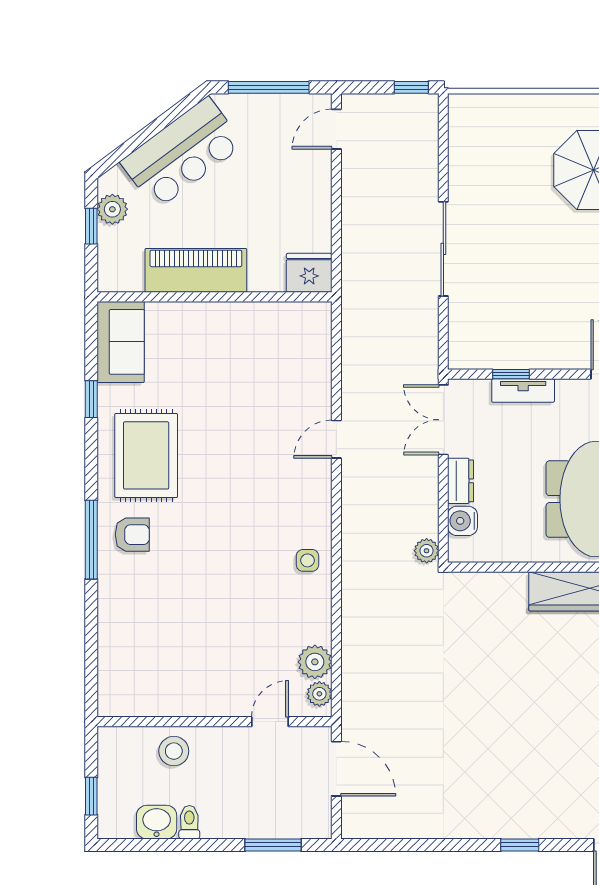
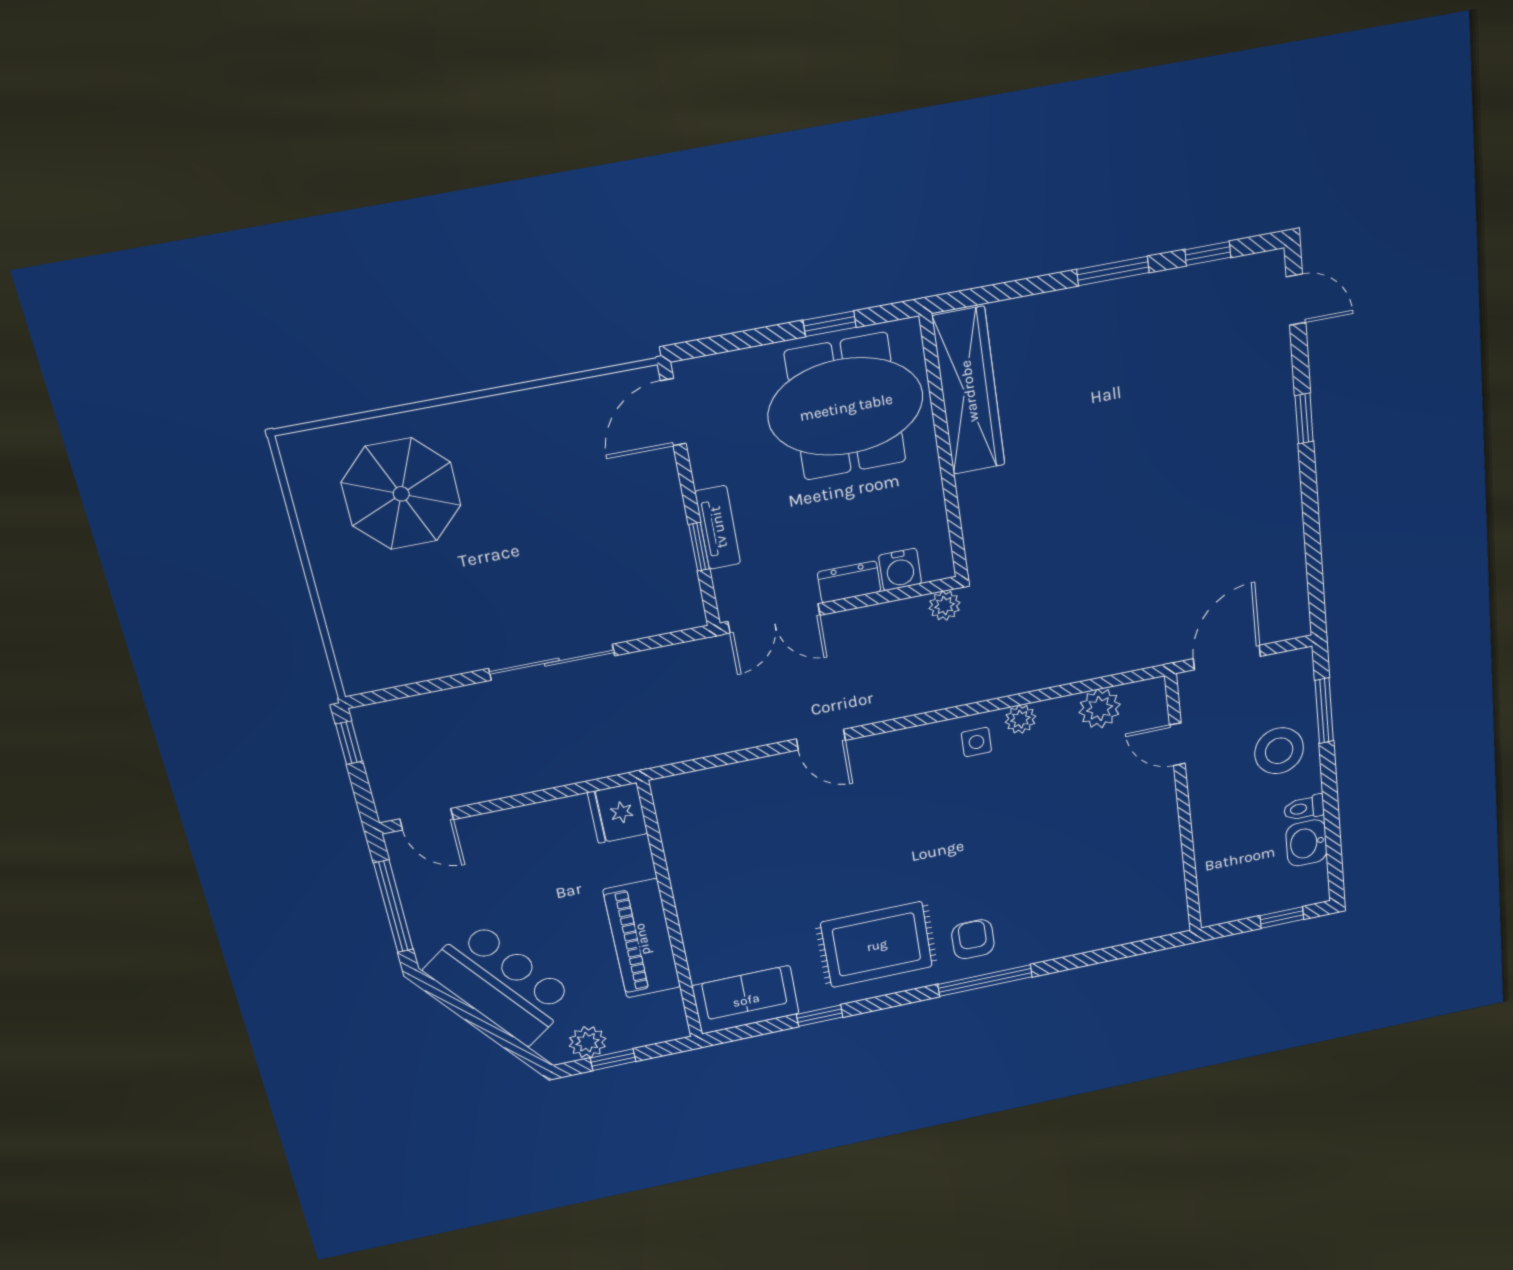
plant: (319, 694) -> (1020, 719), moved
stool: (174, 751) -> (1279, 751), moved, width x1.38, depth x1.38

